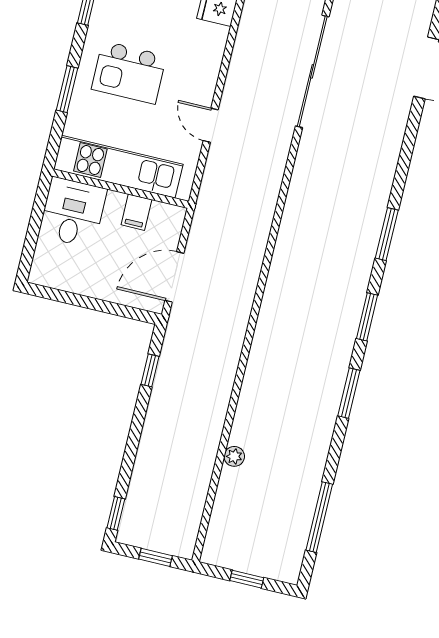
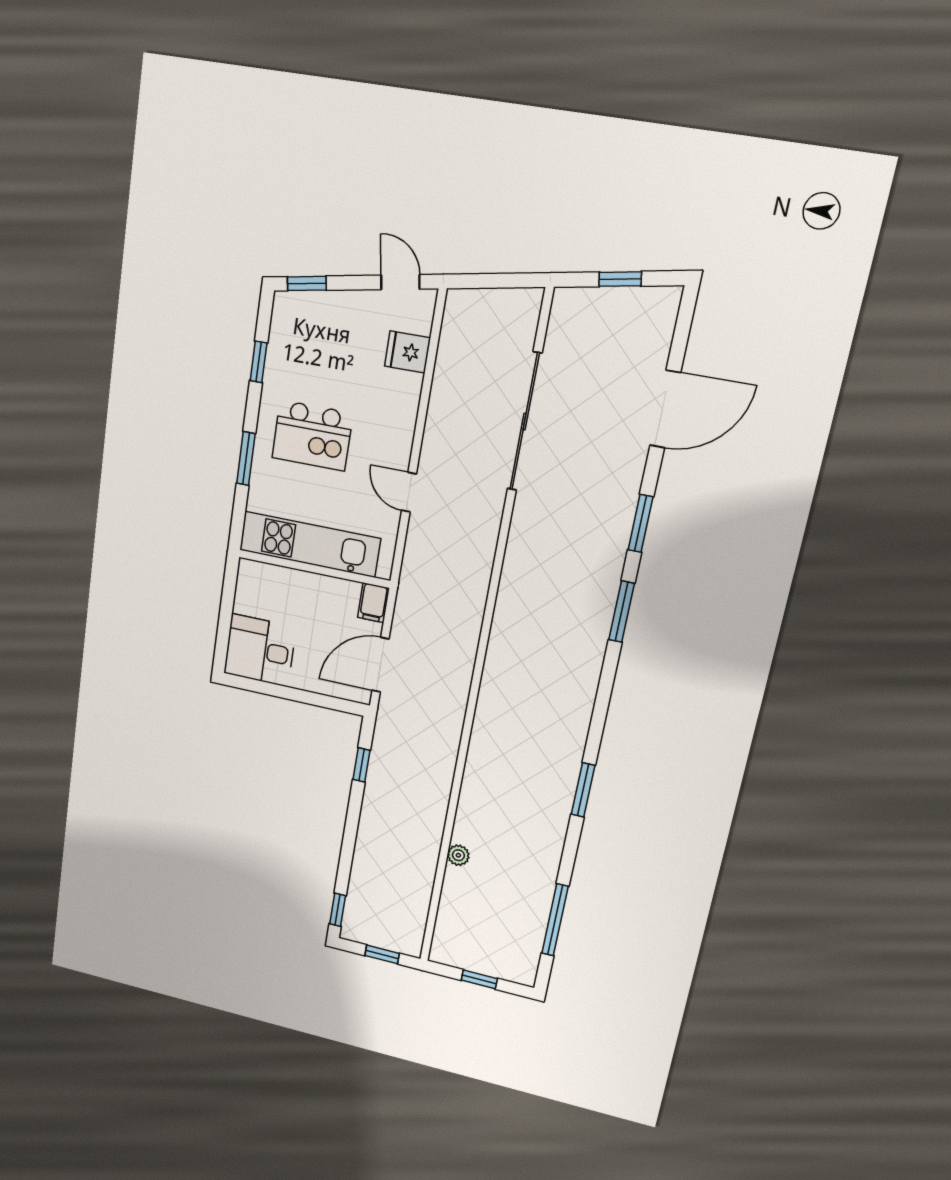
desk: (73, 212) -> (260, 650), moved, turned -90
filing cabinet: (136, 212) -> (373, 603), moved
window: (367, 317) -> (641, 523), moved

